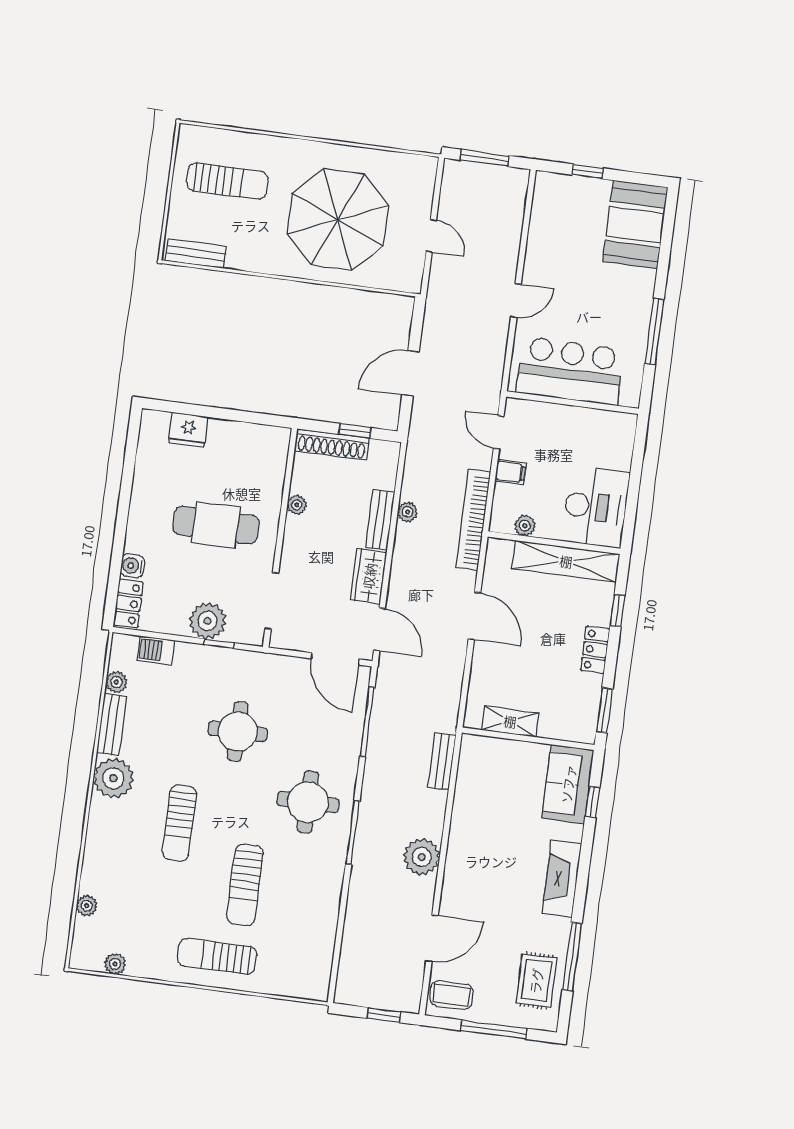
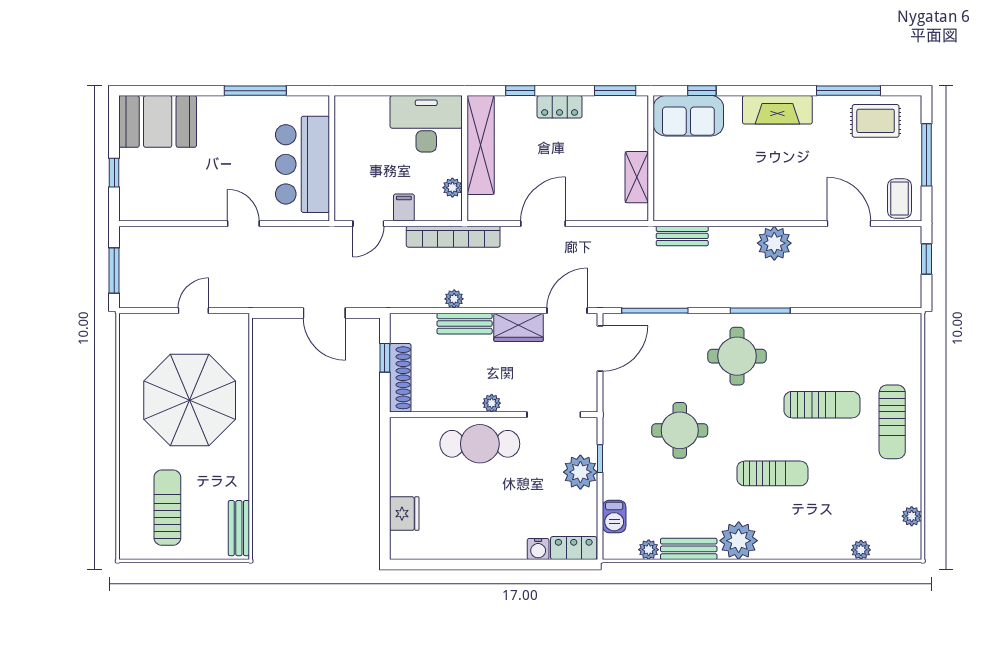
plant: (297, 505) -> (492, 403), moved
cafe table: (216, 525) -> (480, 444), moved, turned 90

